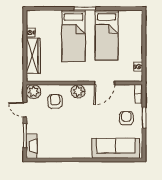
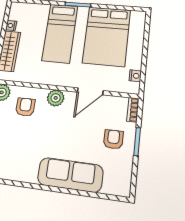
bed: (107, 35) -> (107, 36), width x1.50
sofa: (116, 148) -> (70, 175), moved

